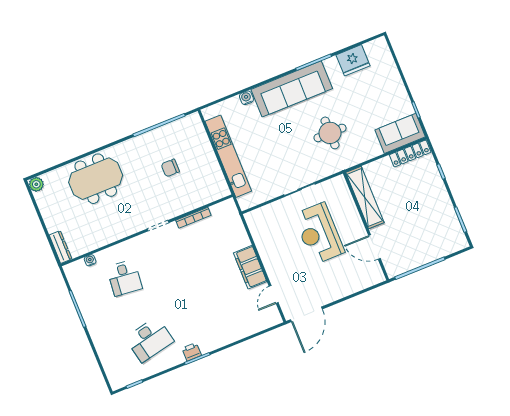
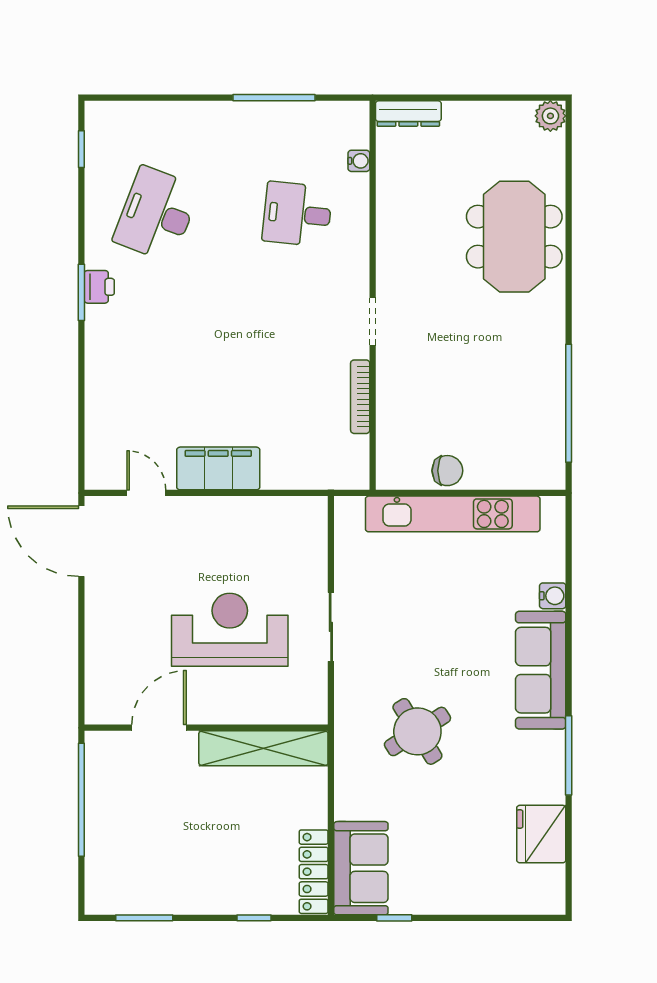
sofa: (292, 89) -> (541, 670), width x0.74, depth x0.79
round table: (330, 133) -> (417, 731), turned -32
chair: (170, 168) -> (447, 471), moved, turned 90
desk: (150, 340) -> (157, 214), turned 33

